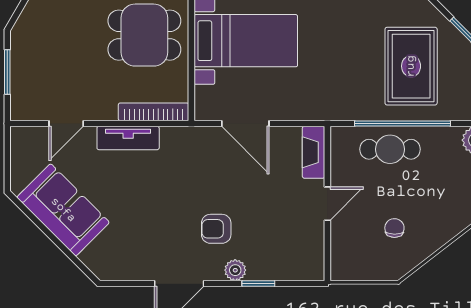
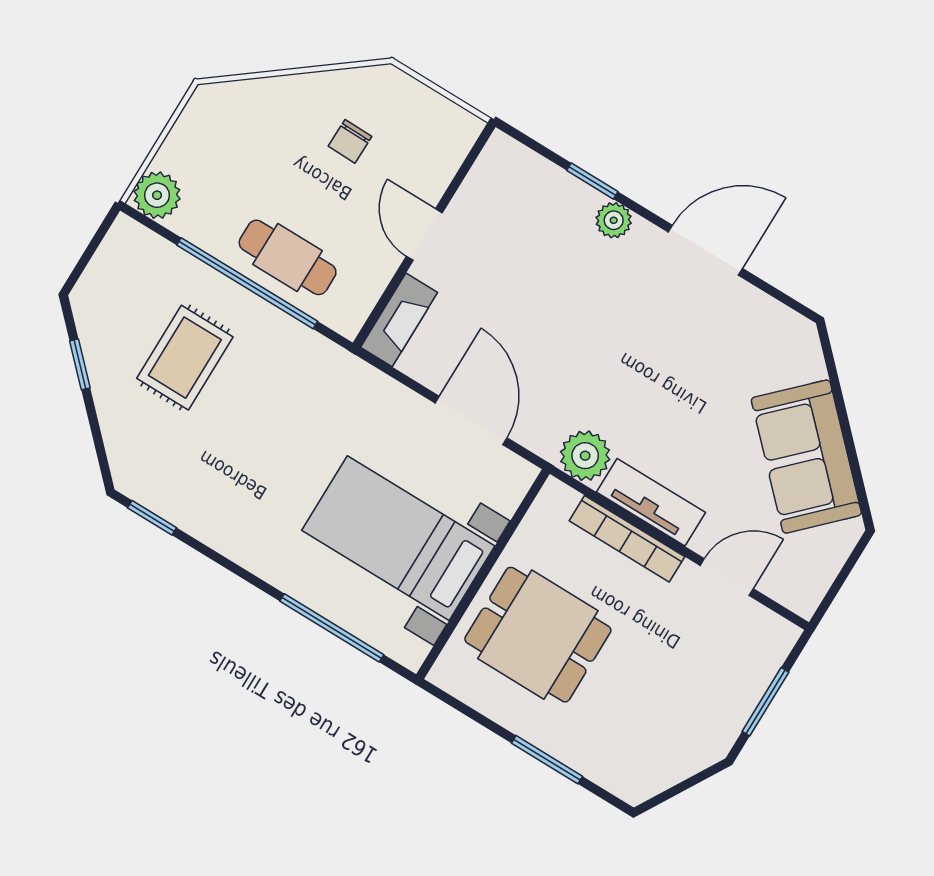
rug: (411, 66) -> (185, 358), width x0.73, depth x0.70
bookcase: (154, 112) -> (627, 539), moved
plant: (176, 141) -> (585, 456), added
door: (327, 204) -> (424, 235), hinge flipped
armchair: (216, 229) -> (605, 296), removed

